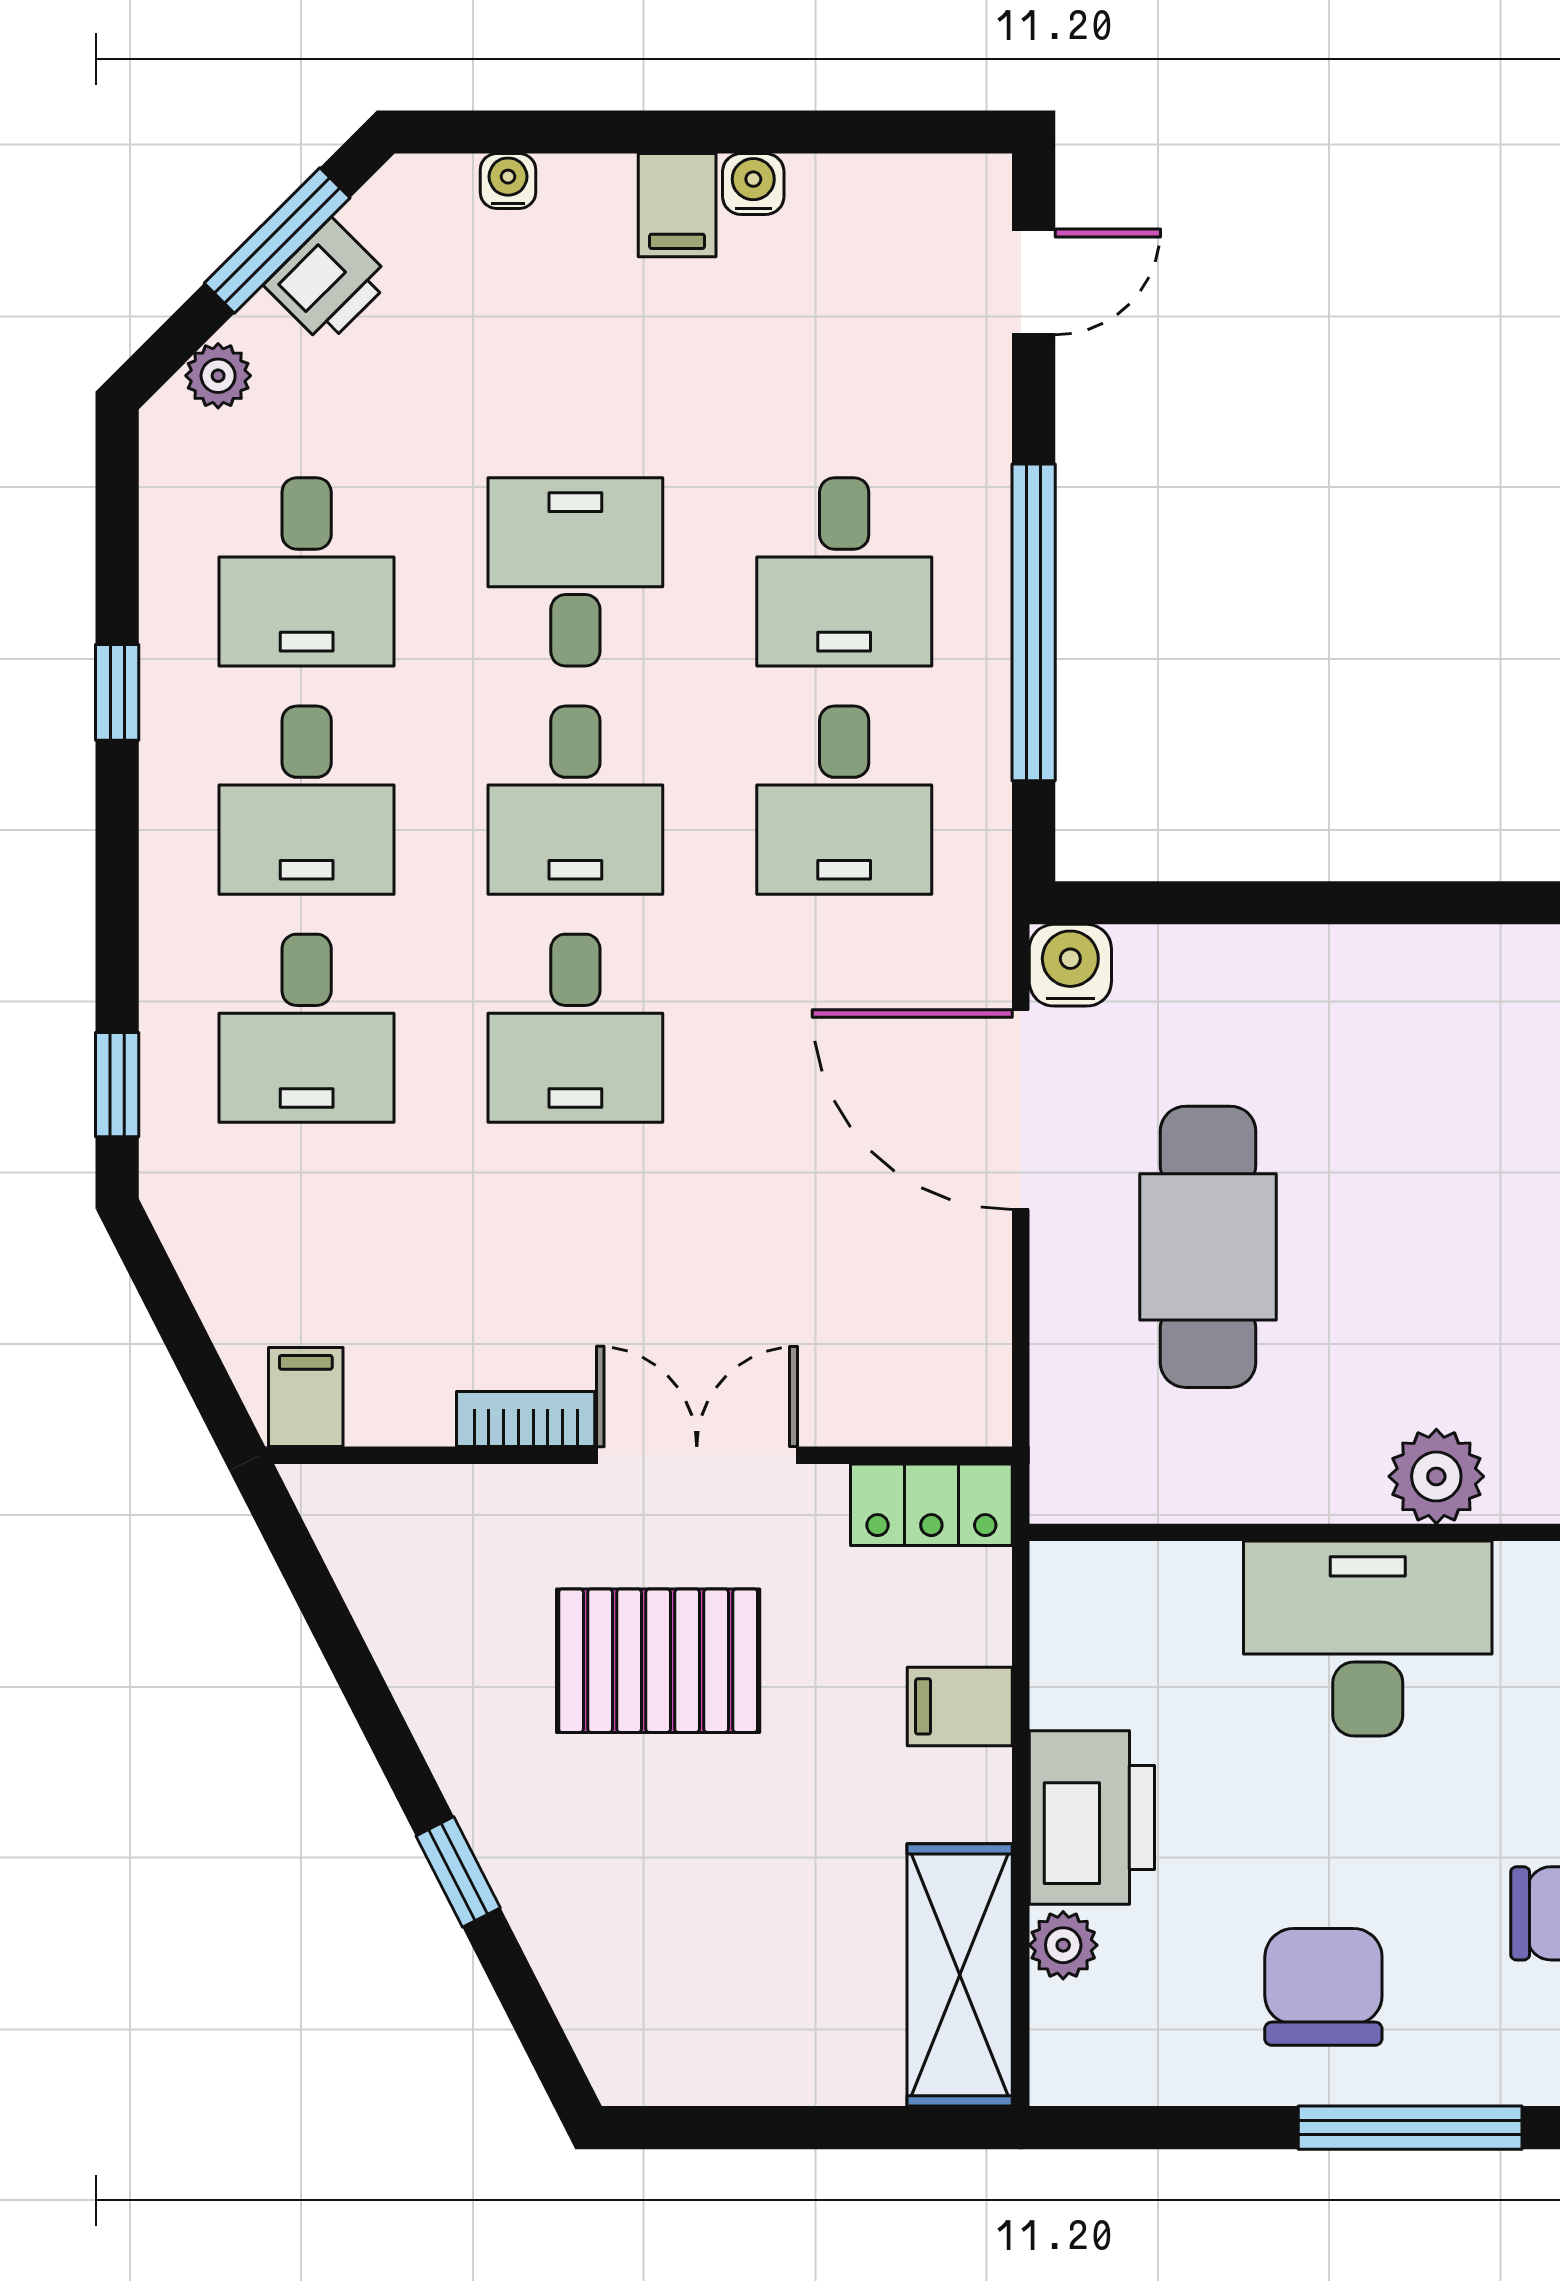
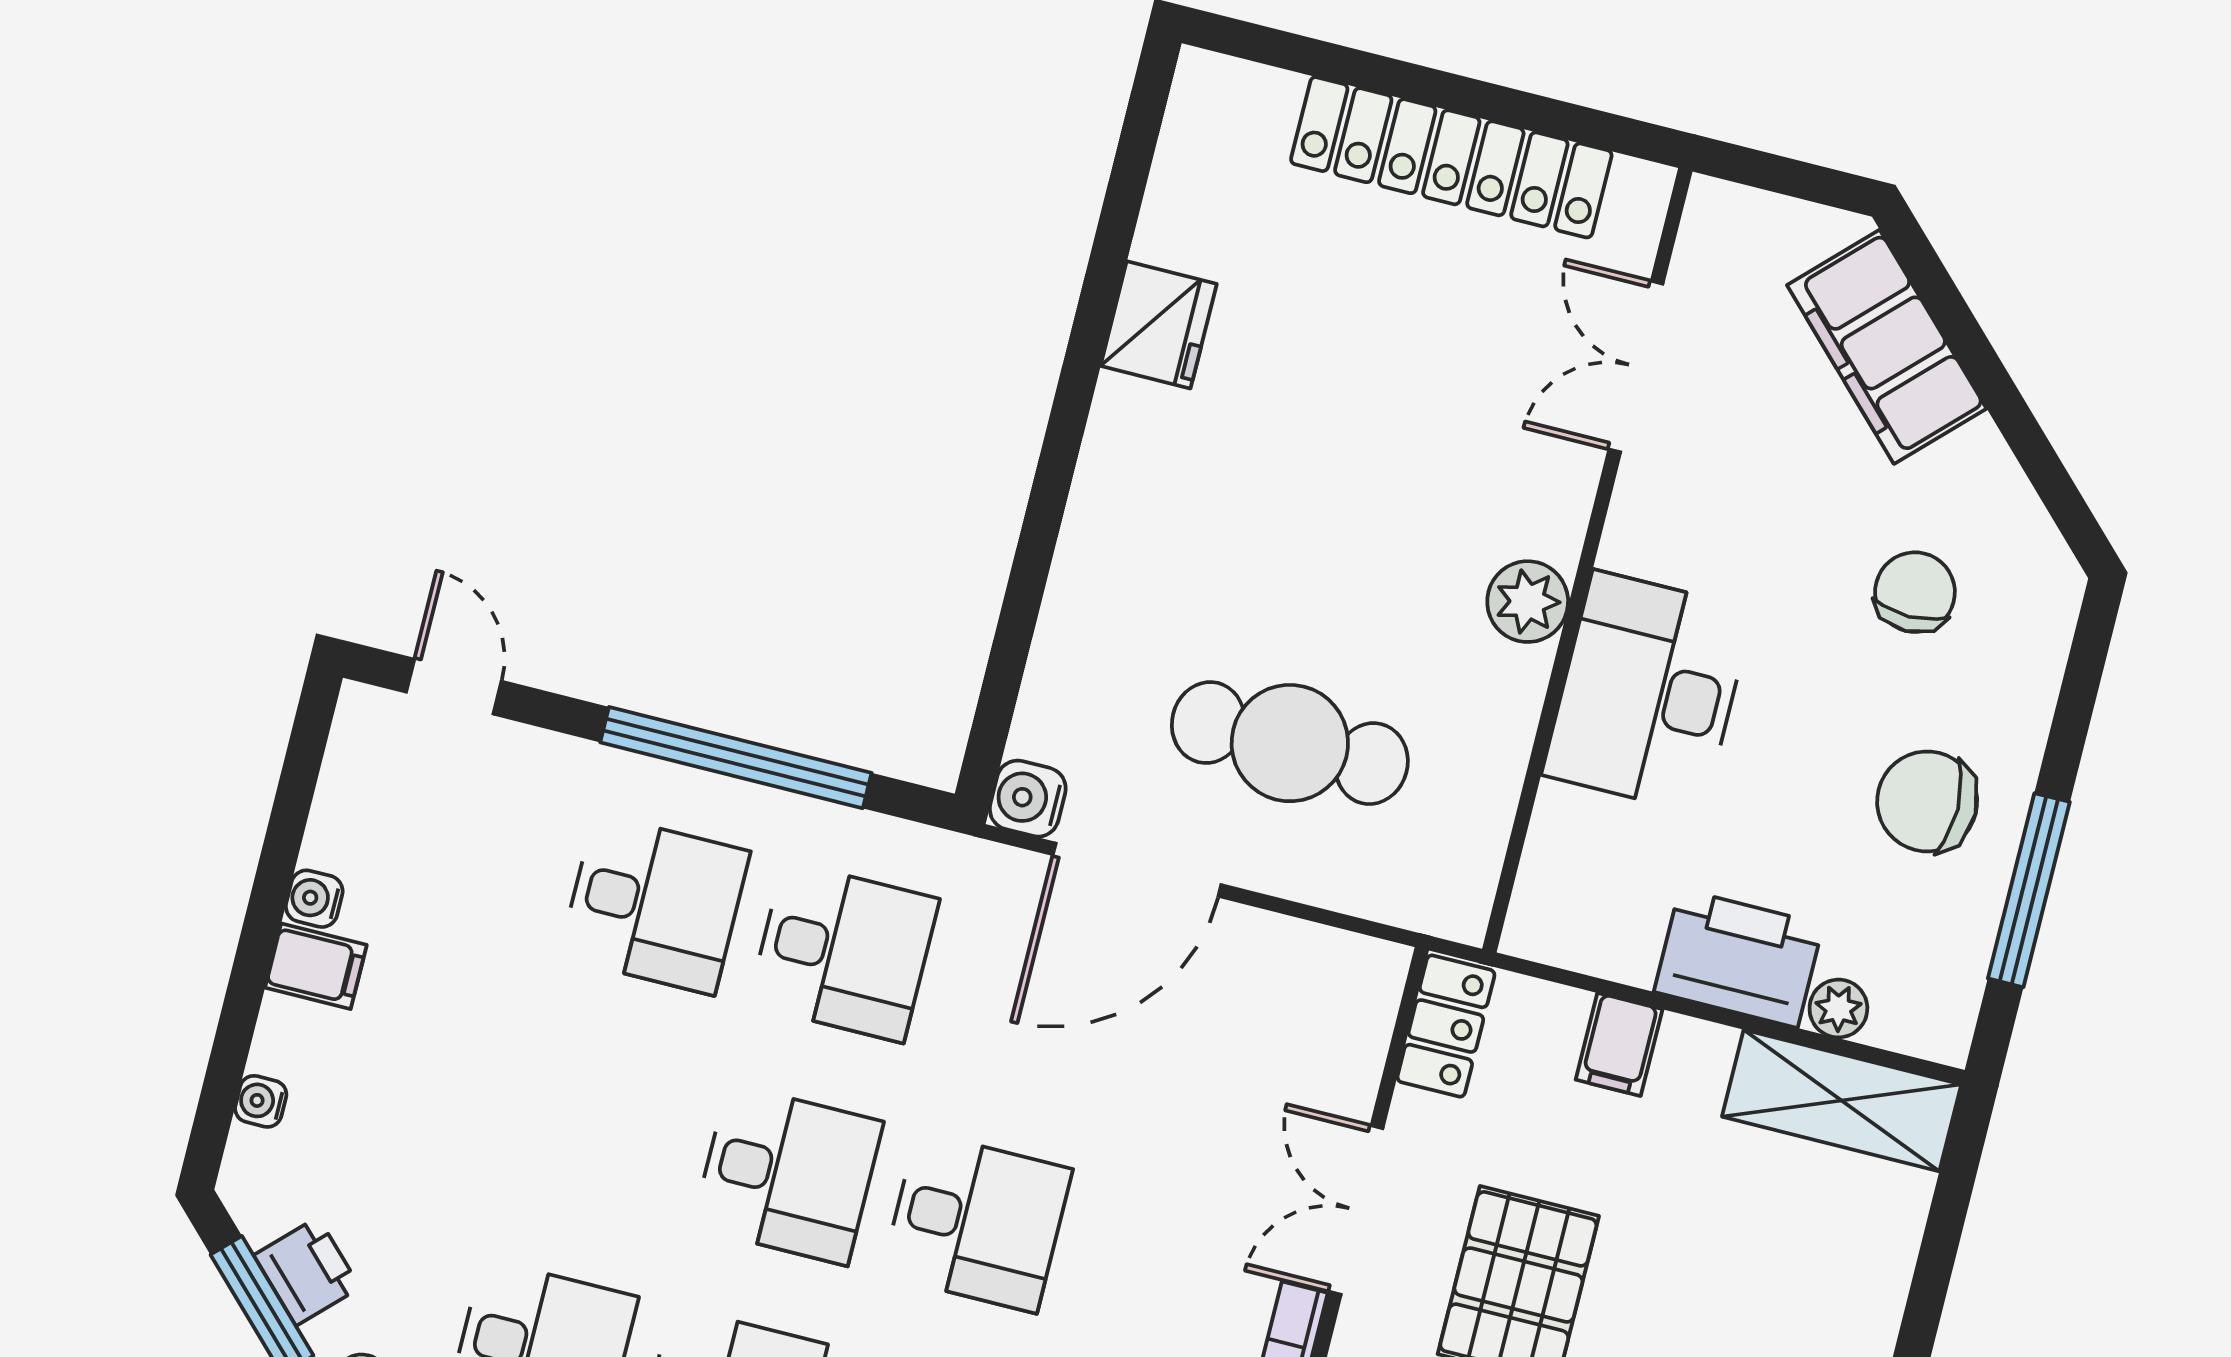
desk: (575, 572) -> (599, 1127), removed
window: (1410, 2128) -> (2029, 890), moved

